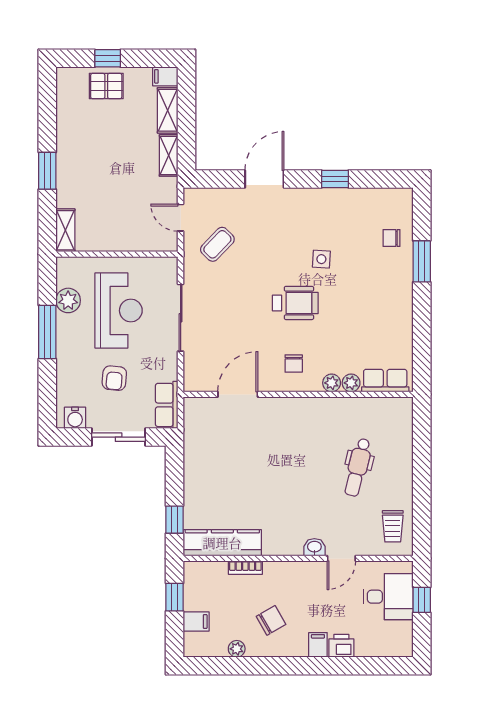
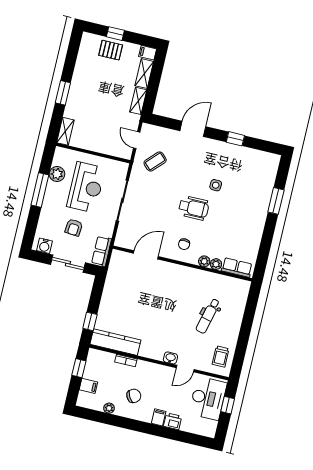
chair: (391, 238) -> (261, 182), removed
desk: (388, 597) -> (208, 398), width x1.37

